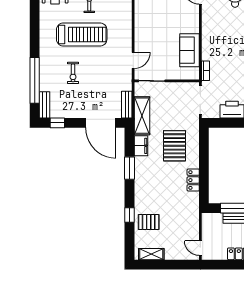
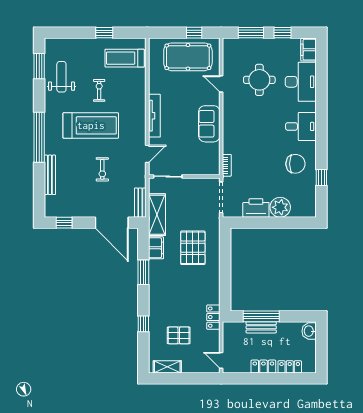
tv unit: (140, 26) -> (154, 116), added
sofa: (190, 50) -> (209, 124), moved
exercise bike: (73, 73) -> (102, 169), moved
window: (35, 80) -> (39, 137), moved
bench: (45, 105) -> (50, 175), moved, width x1.36
locker: (193, 180) -> (213, 317), moved
pallet: (149, 222) -> (179, 335), moved

